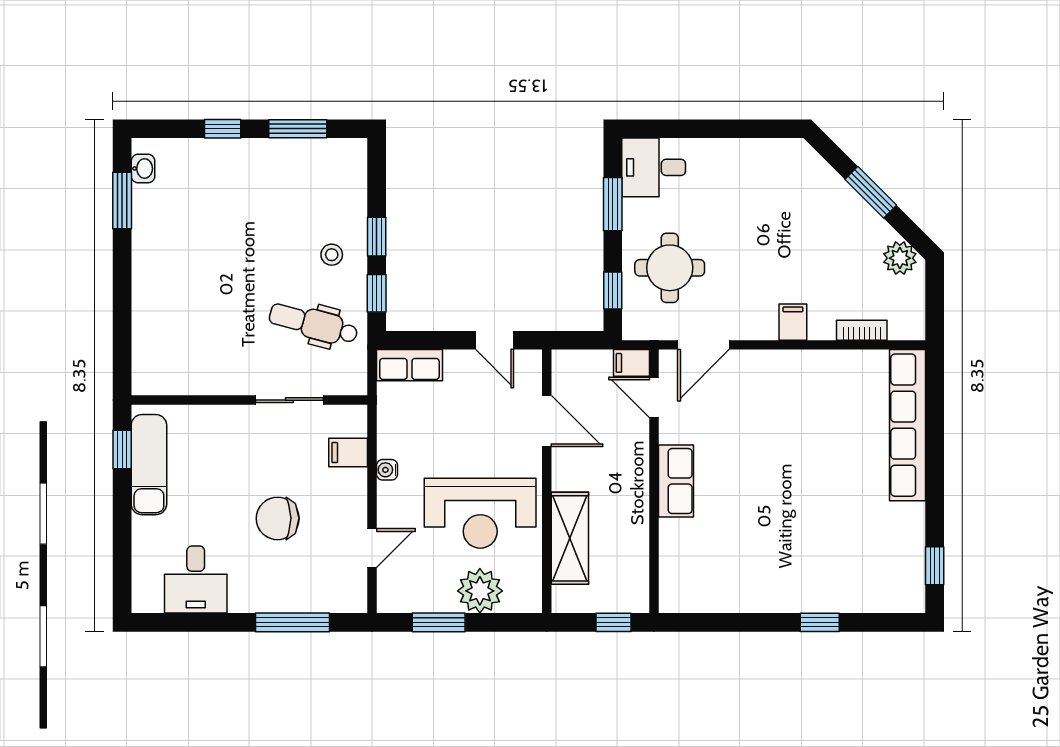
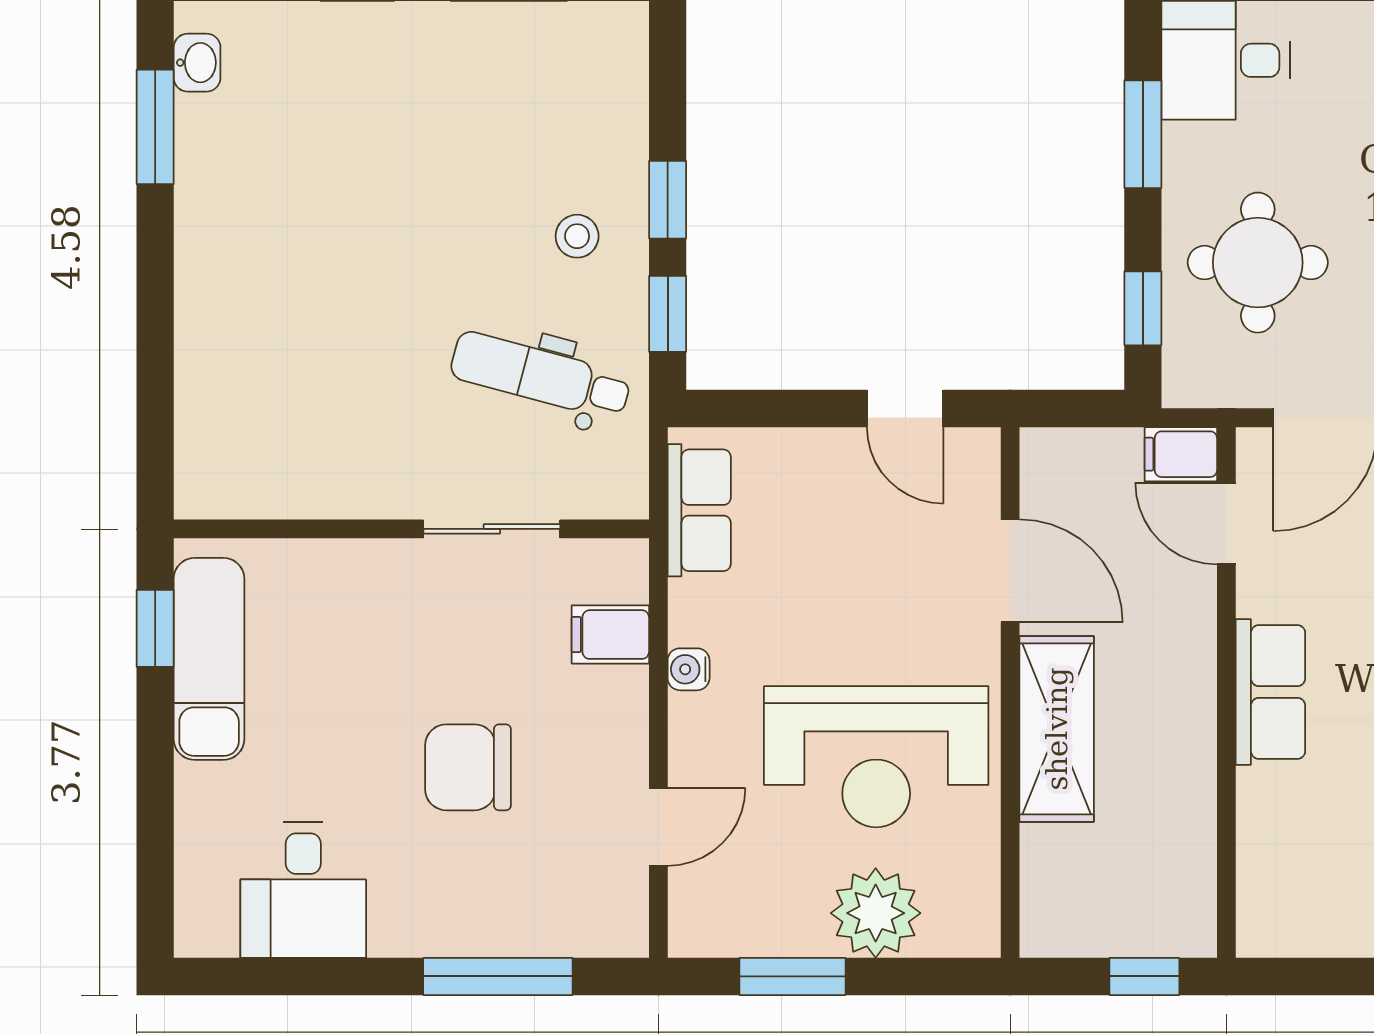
row of seats: (409, 365) -> (699, 510), moved, turned -90
shelving: (570, 538) -> (1057, 729), moved

